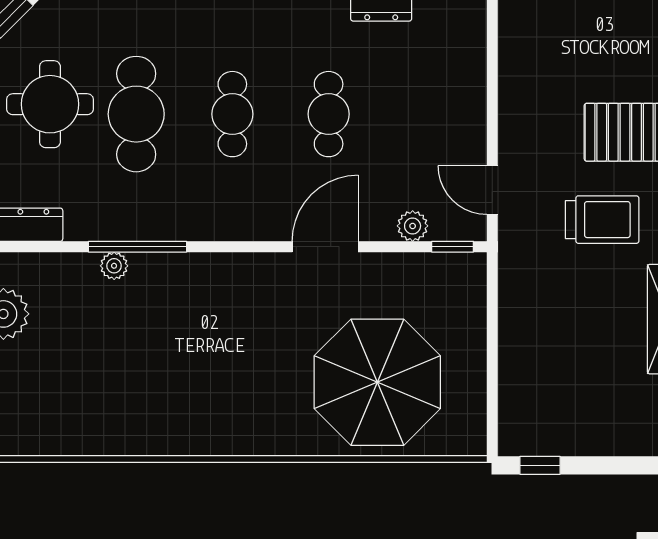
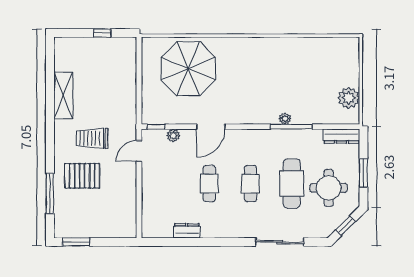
door: (492, 190) -> (139, 151), swing flipped
plant: (114, 266) -> (285, 118), moved
window: (540, 465) -> (102, 33), moved

